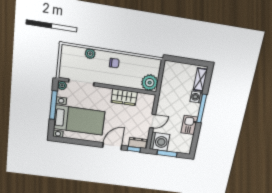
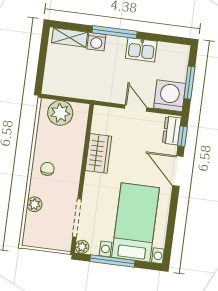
plant: (150, 83) -> (60, 113), moved

